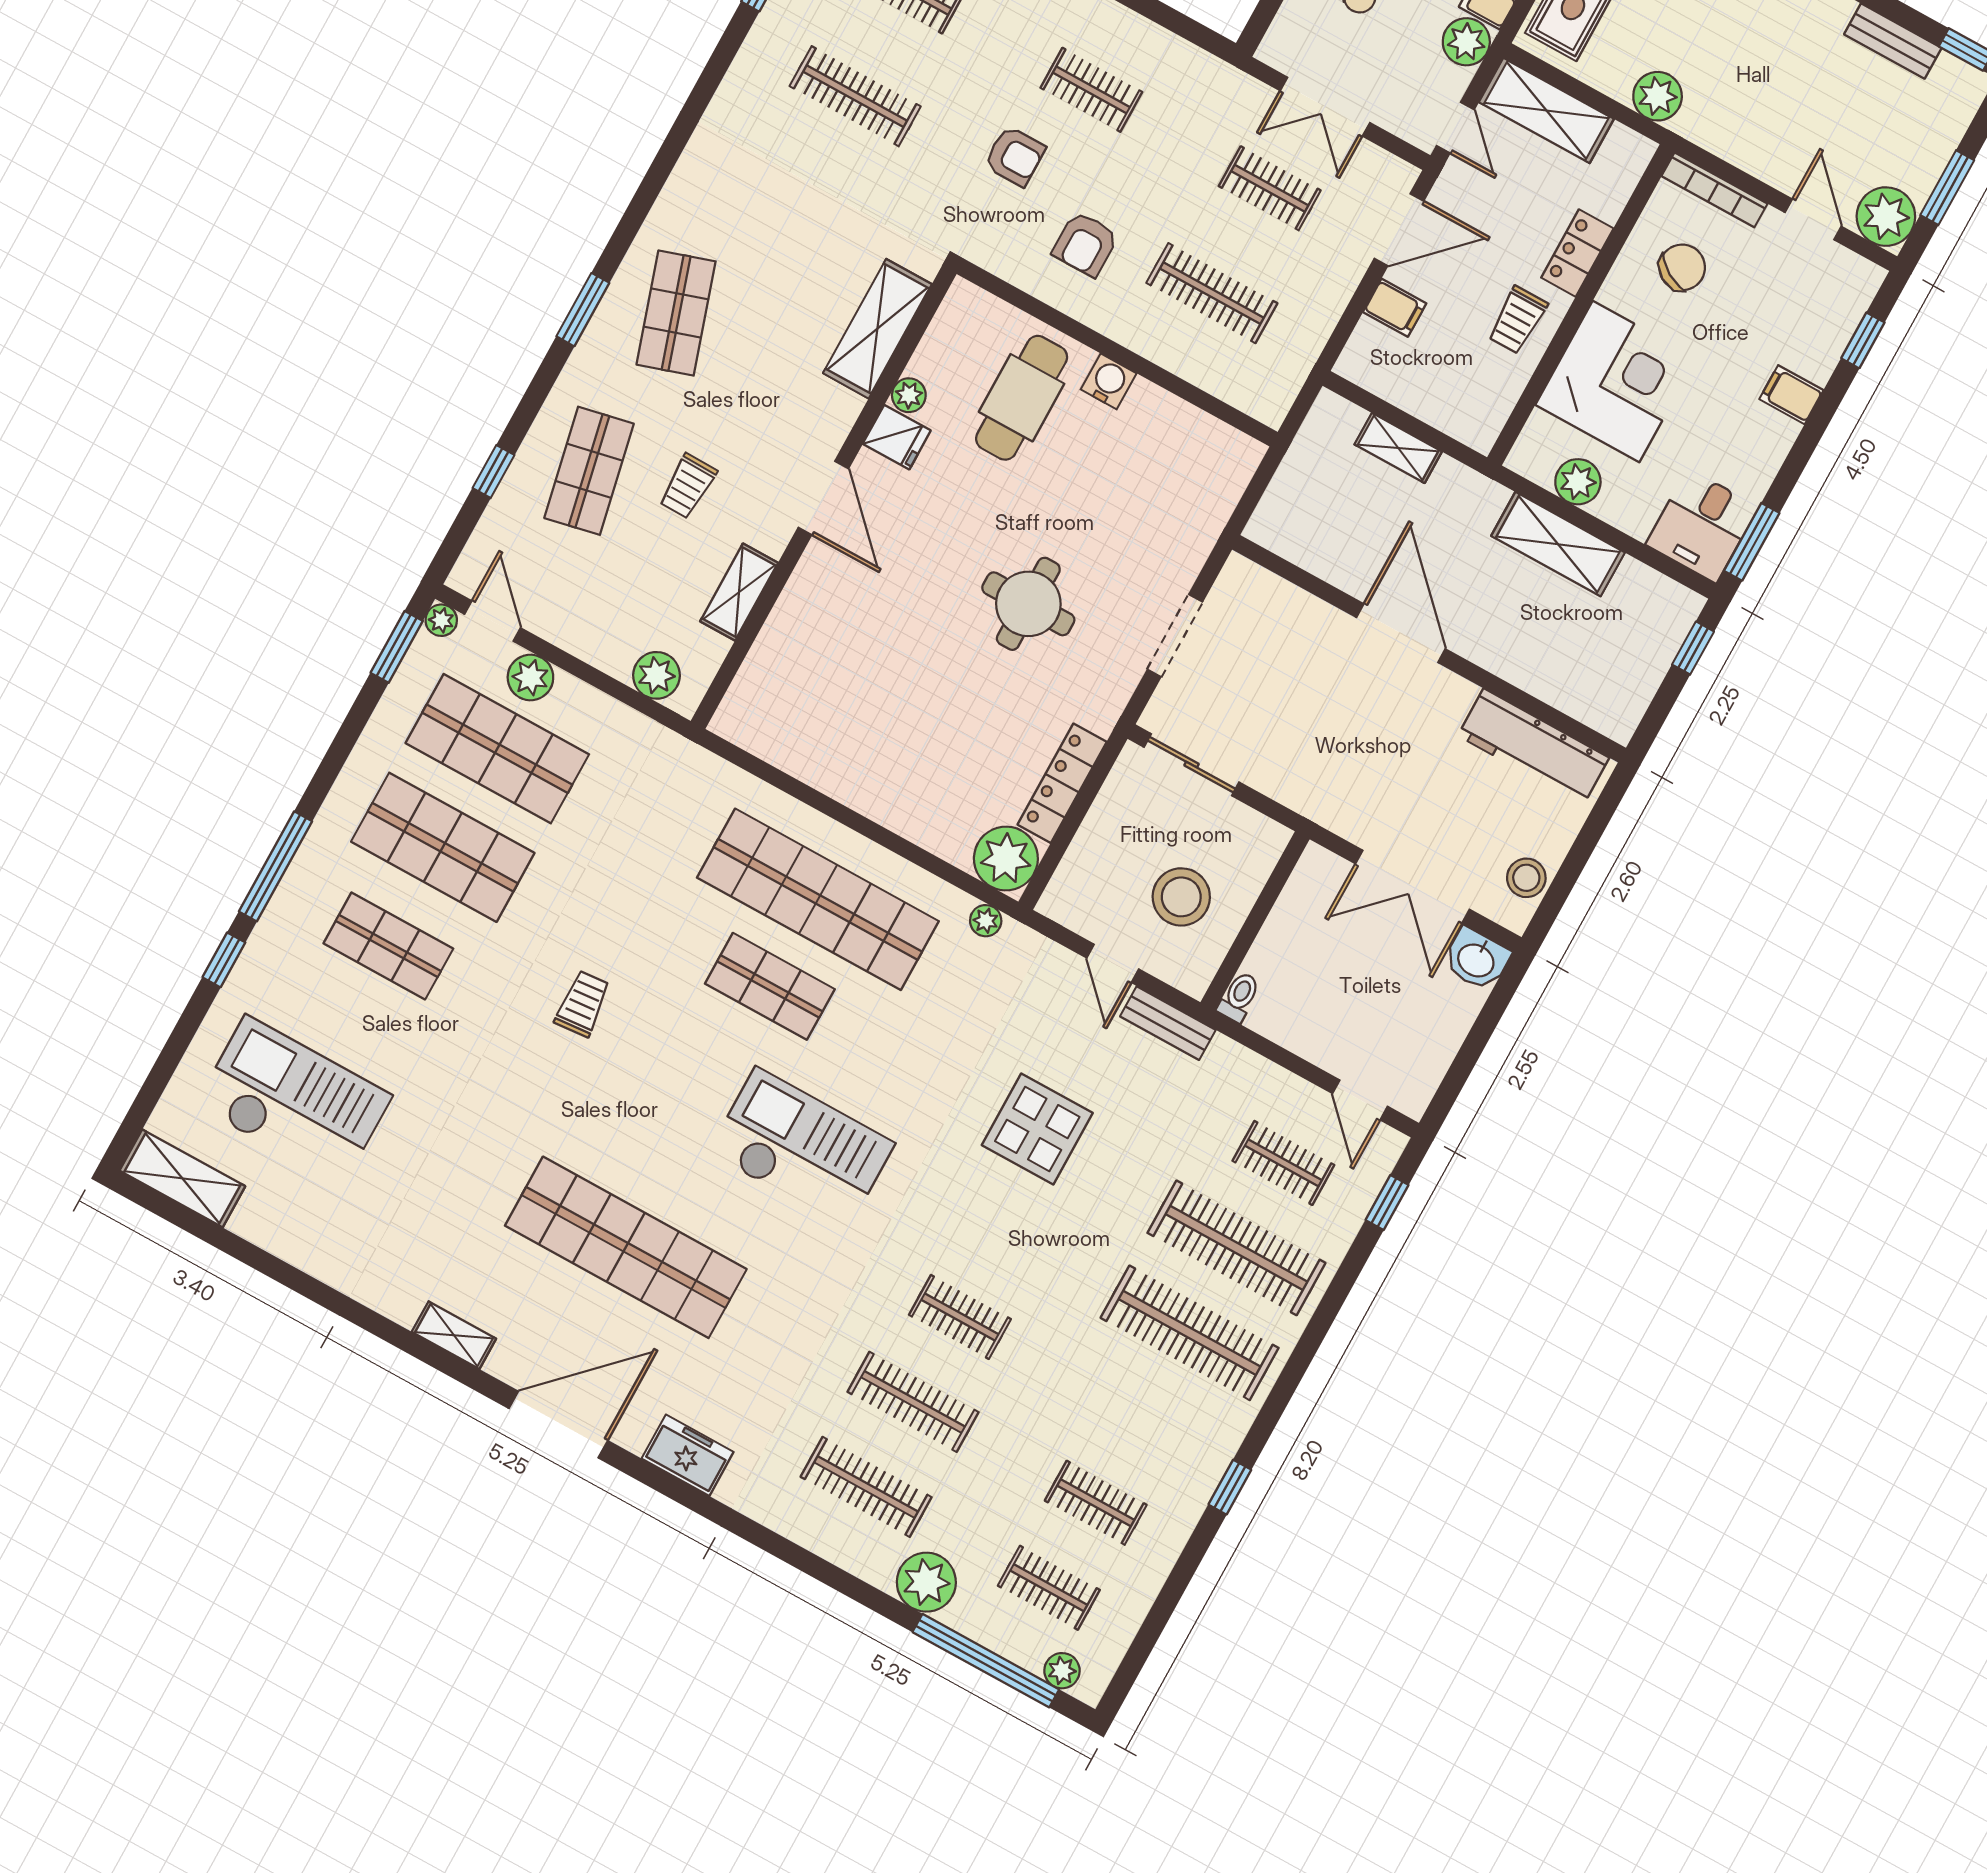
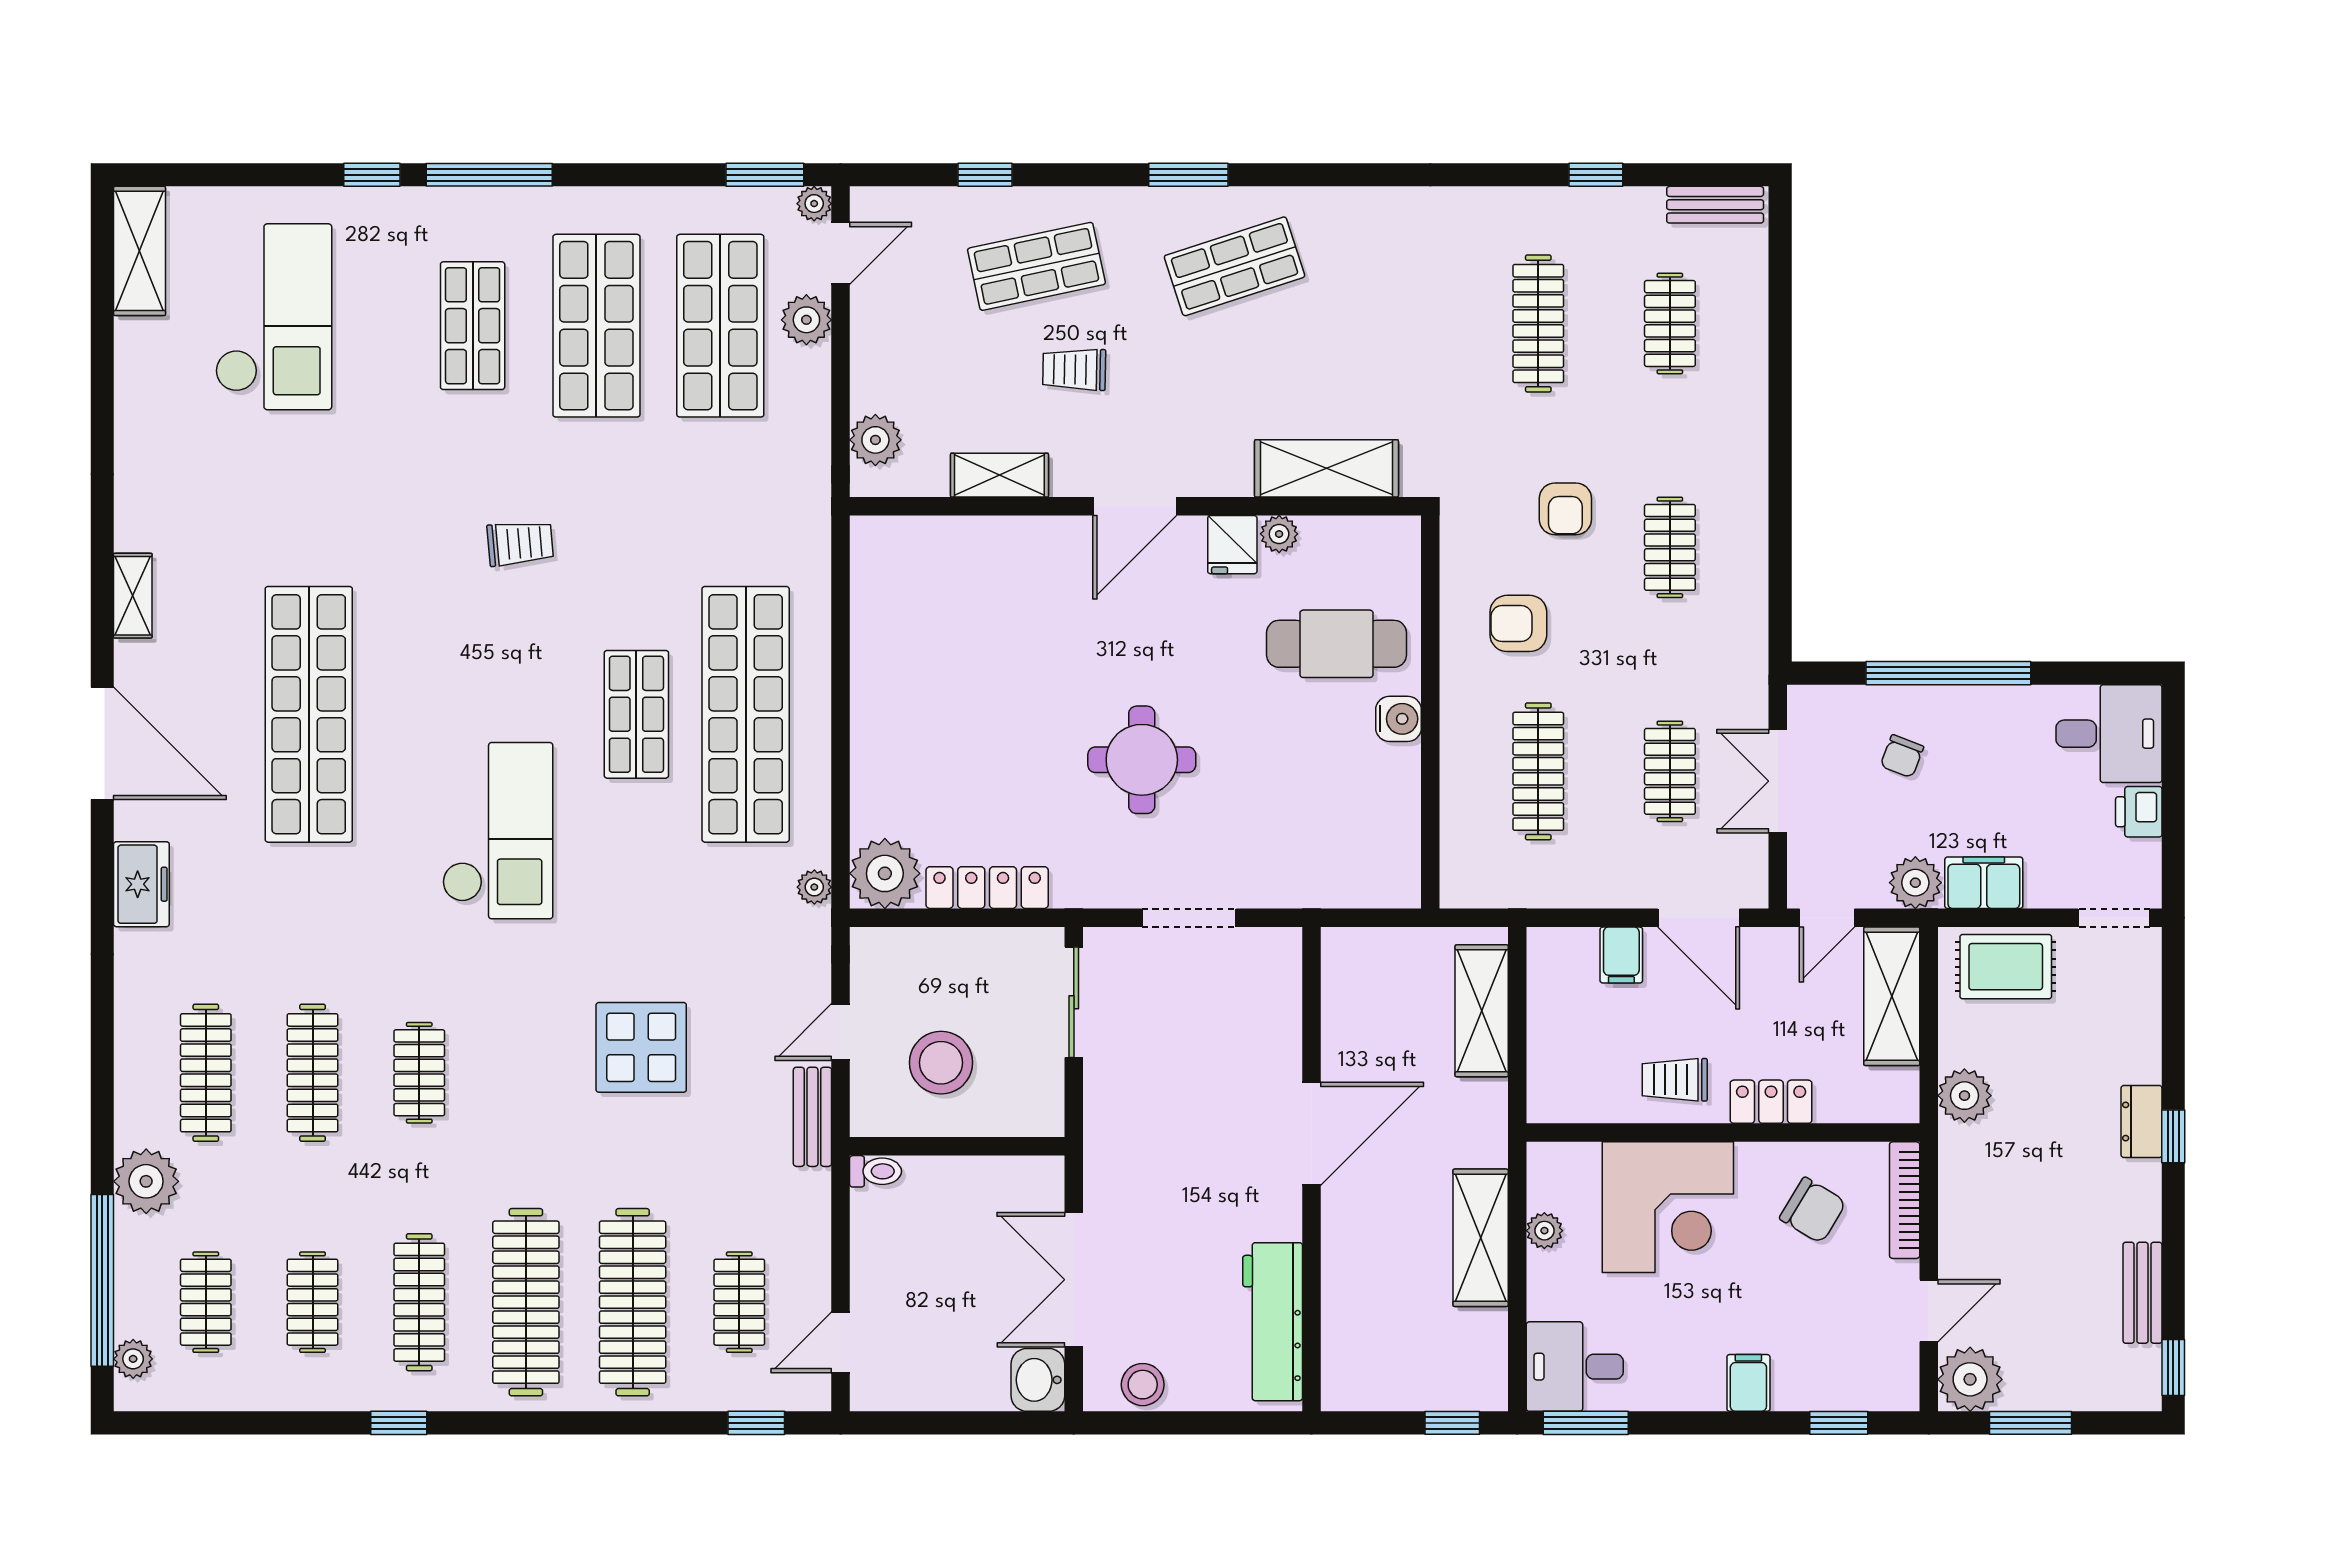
shelving: (1398, 448) -> (1482, 1011), width x1.50, depth x1.33
plant: (1578, 482) -> (1544, 1231), width x0.73, depth x0.73
clothes rail: (1143, 1418) -> (419, 1302), added

